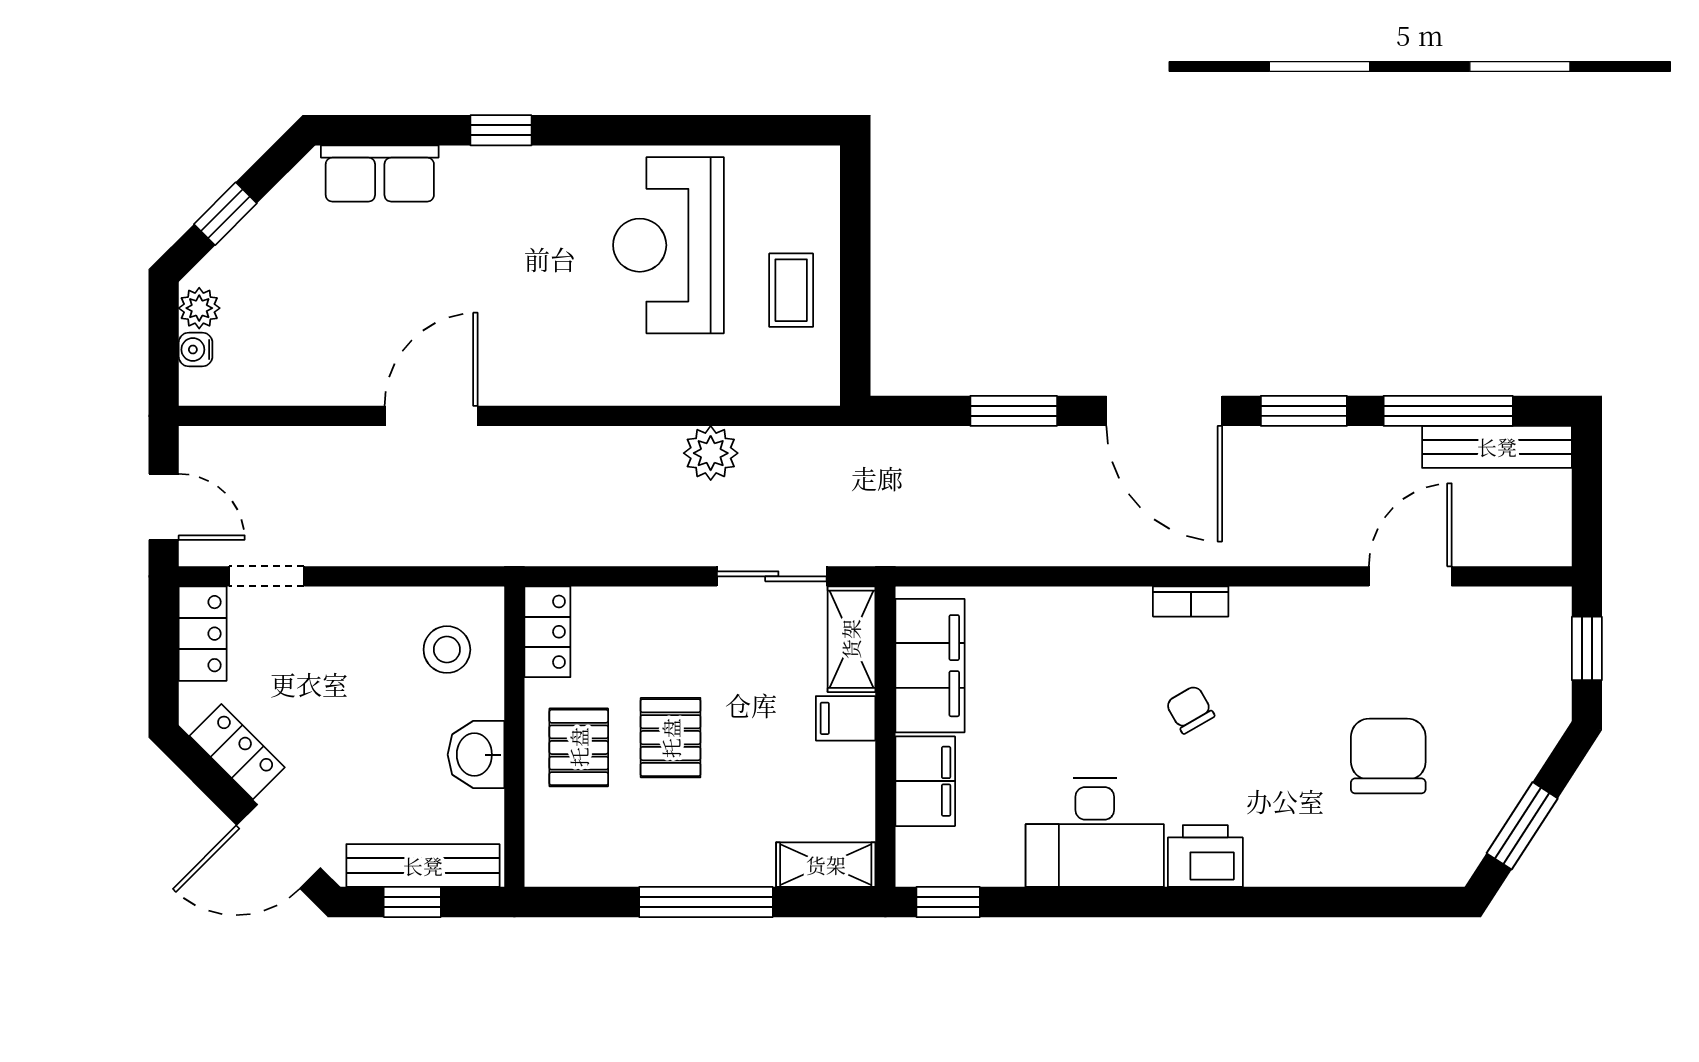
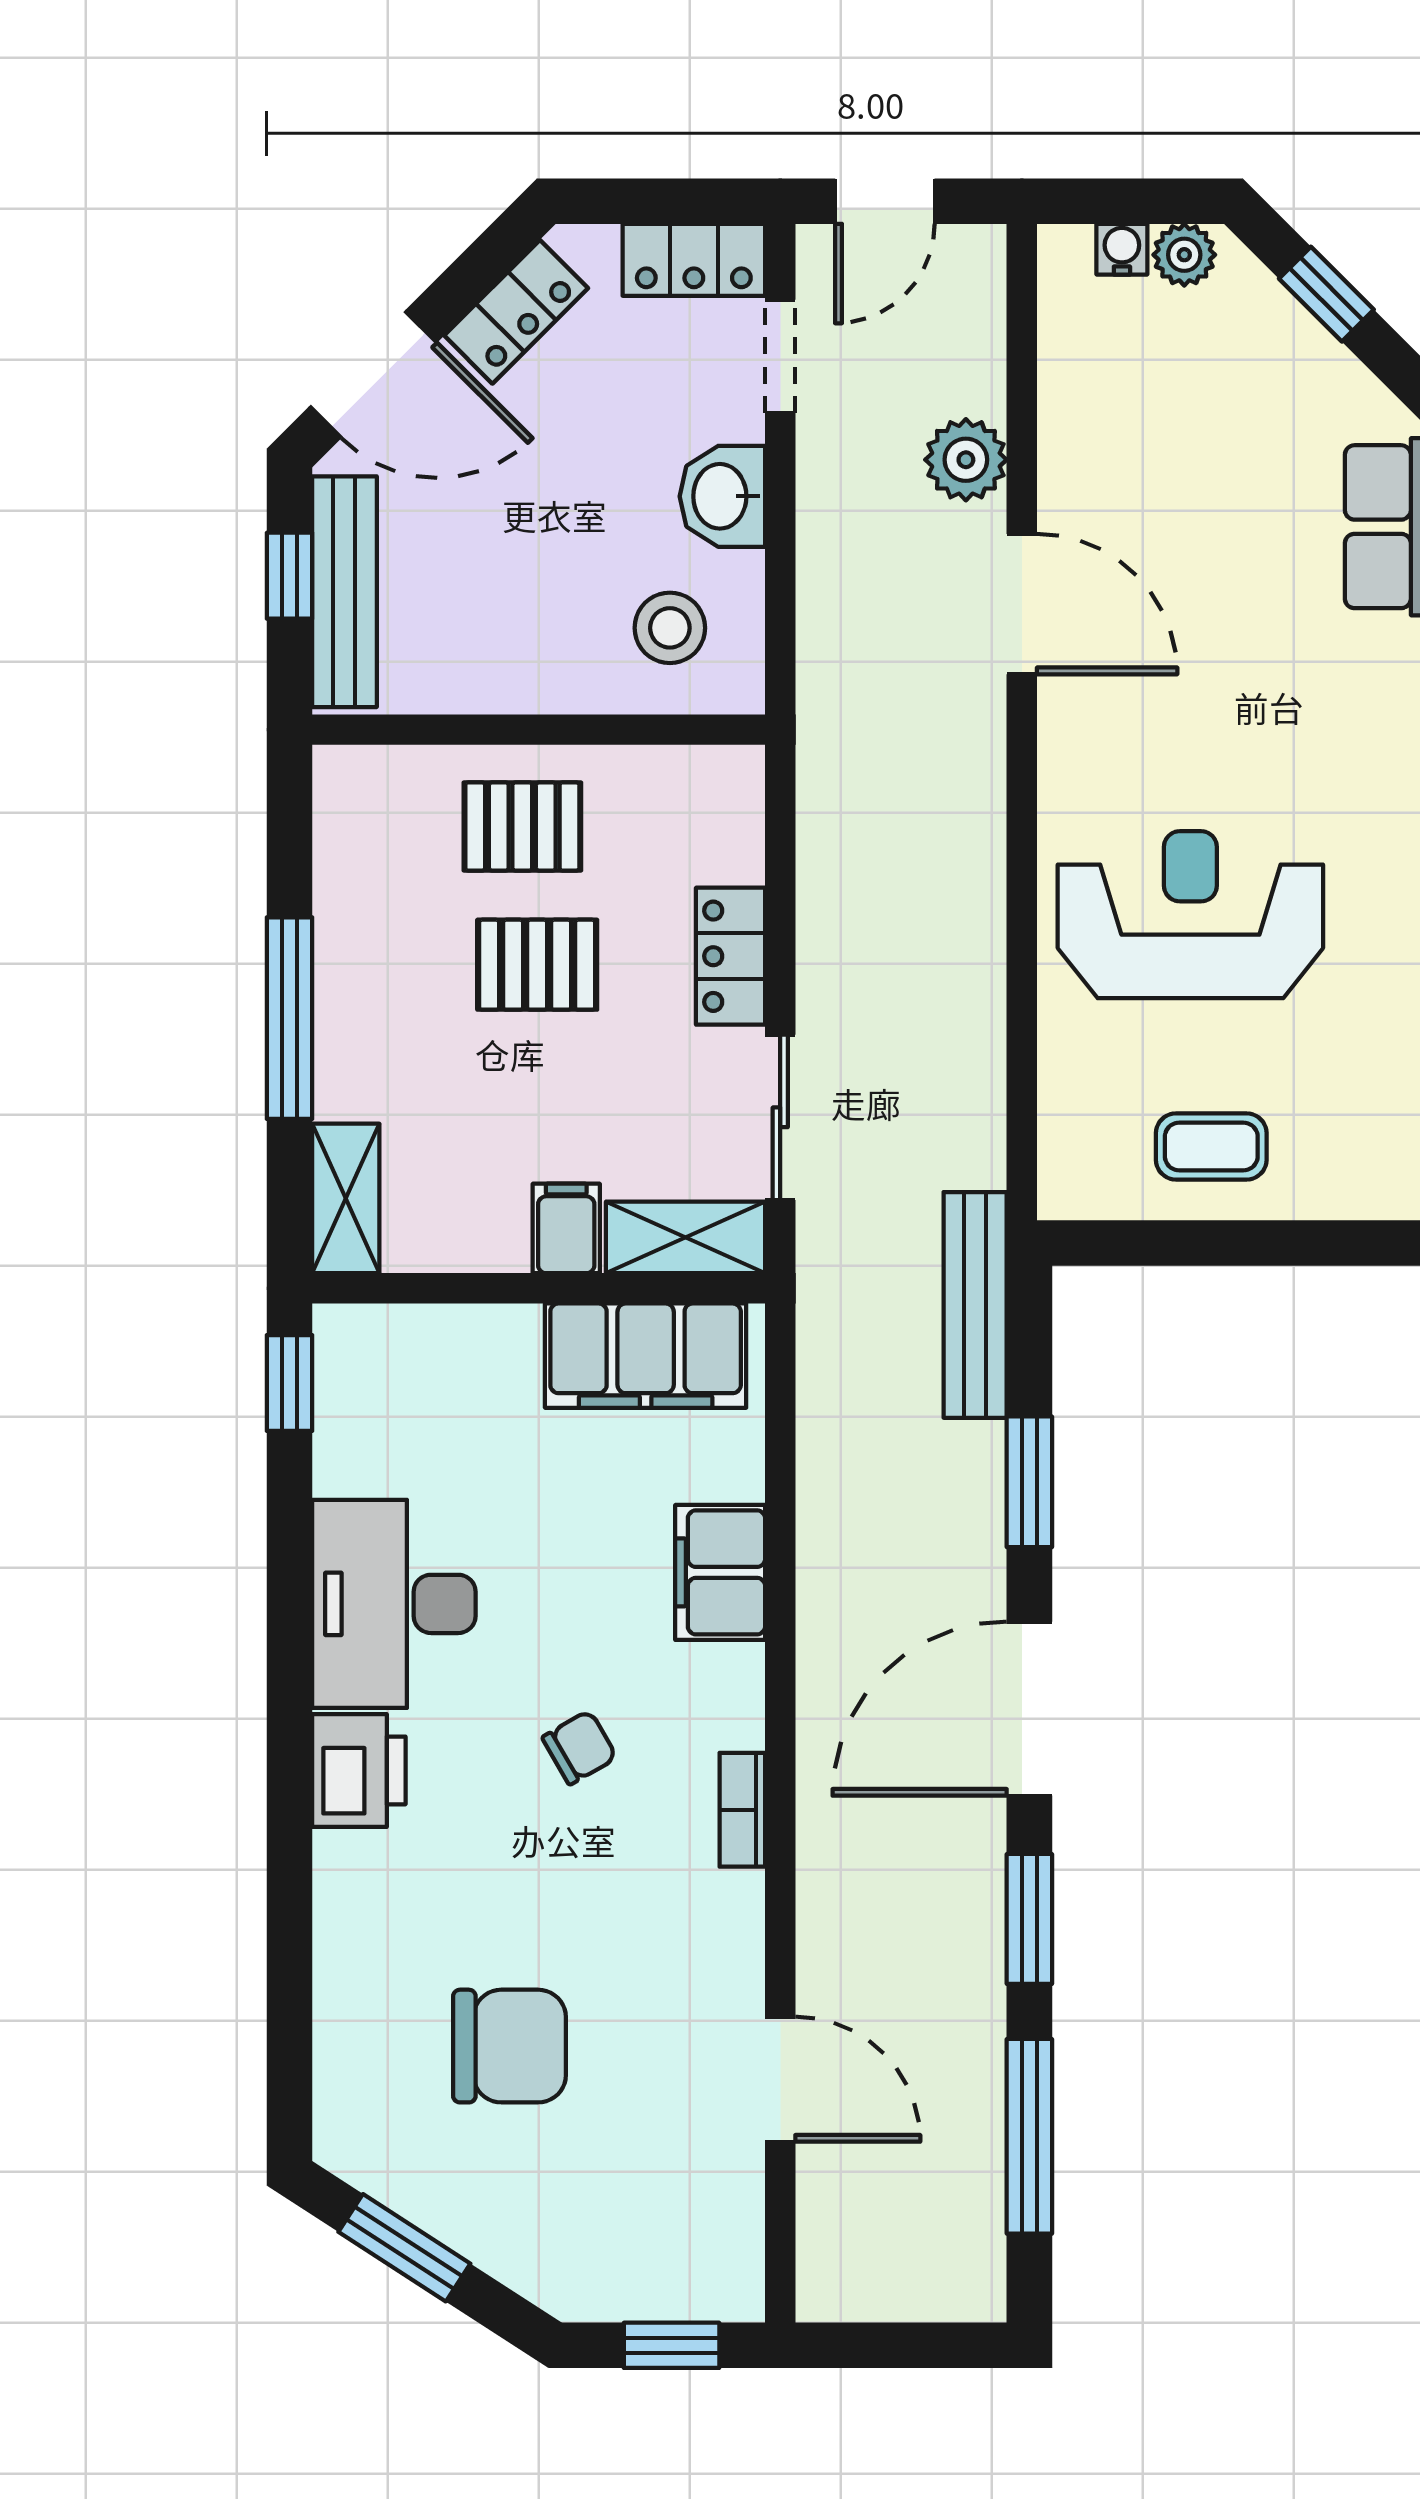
reception desk: (669, 245) -> (1190, 915), moved
bench: (1497, 447) -> (975, 1305), moved
plant: (711, 453) -> (966, 460), moved
bookcase: (1191, 601) -> (742, 1810), moved
locker: (547, 632) -> (731, 956), moved, turned 90
washbasin: (476, 755) -> (722, 496), moved, turned -90
filing cabinet: (925, 781) -> (720, 1572), moved, turned 90
door: (279, 846) -> (373, 374), swing flipped

